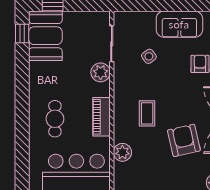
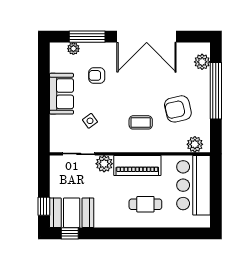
piano: (101, 117) -> (137, 165), width x1.37, depth x1.33
armchair: (184, 140) -> (178, 109), moved
plant: (122, 152) -> (195, 144), moved

